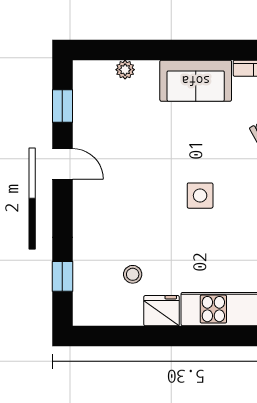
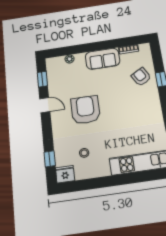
armchair: (146, 187) -> (85, 110), added
side table: (200, 196) -> (112, 110), removed
fridge: (162, 311) -> (65, 174), moved

